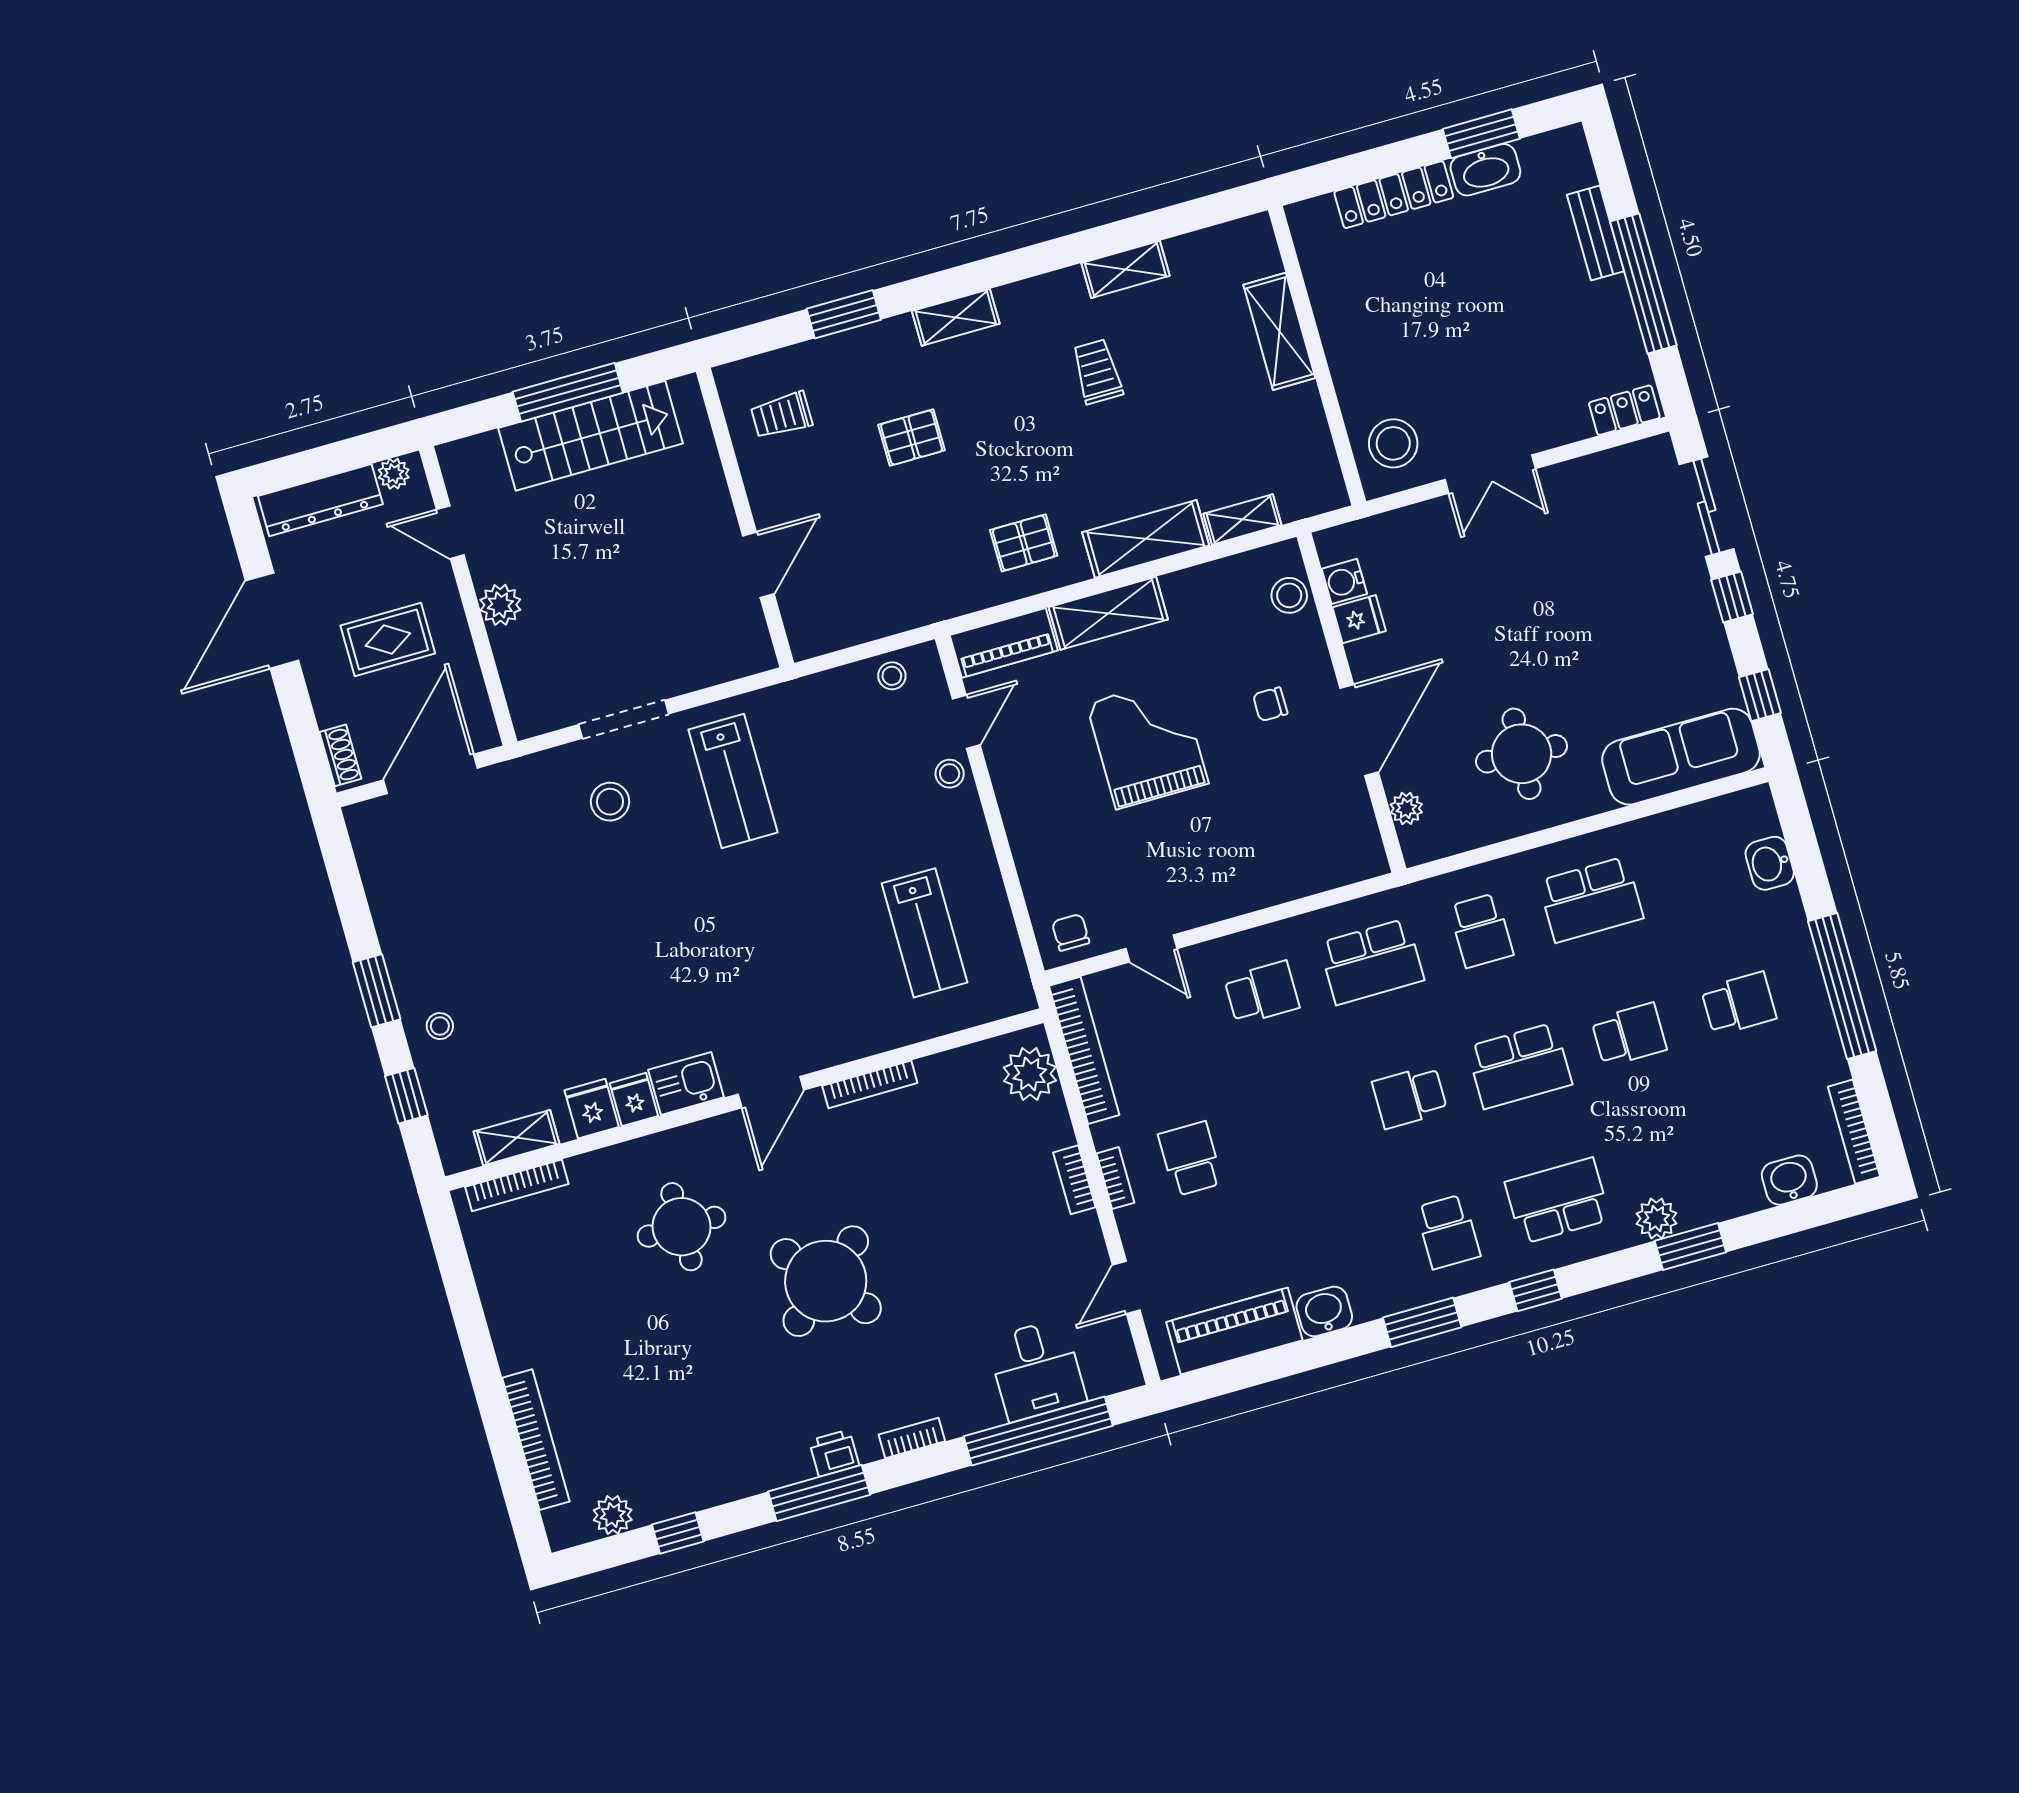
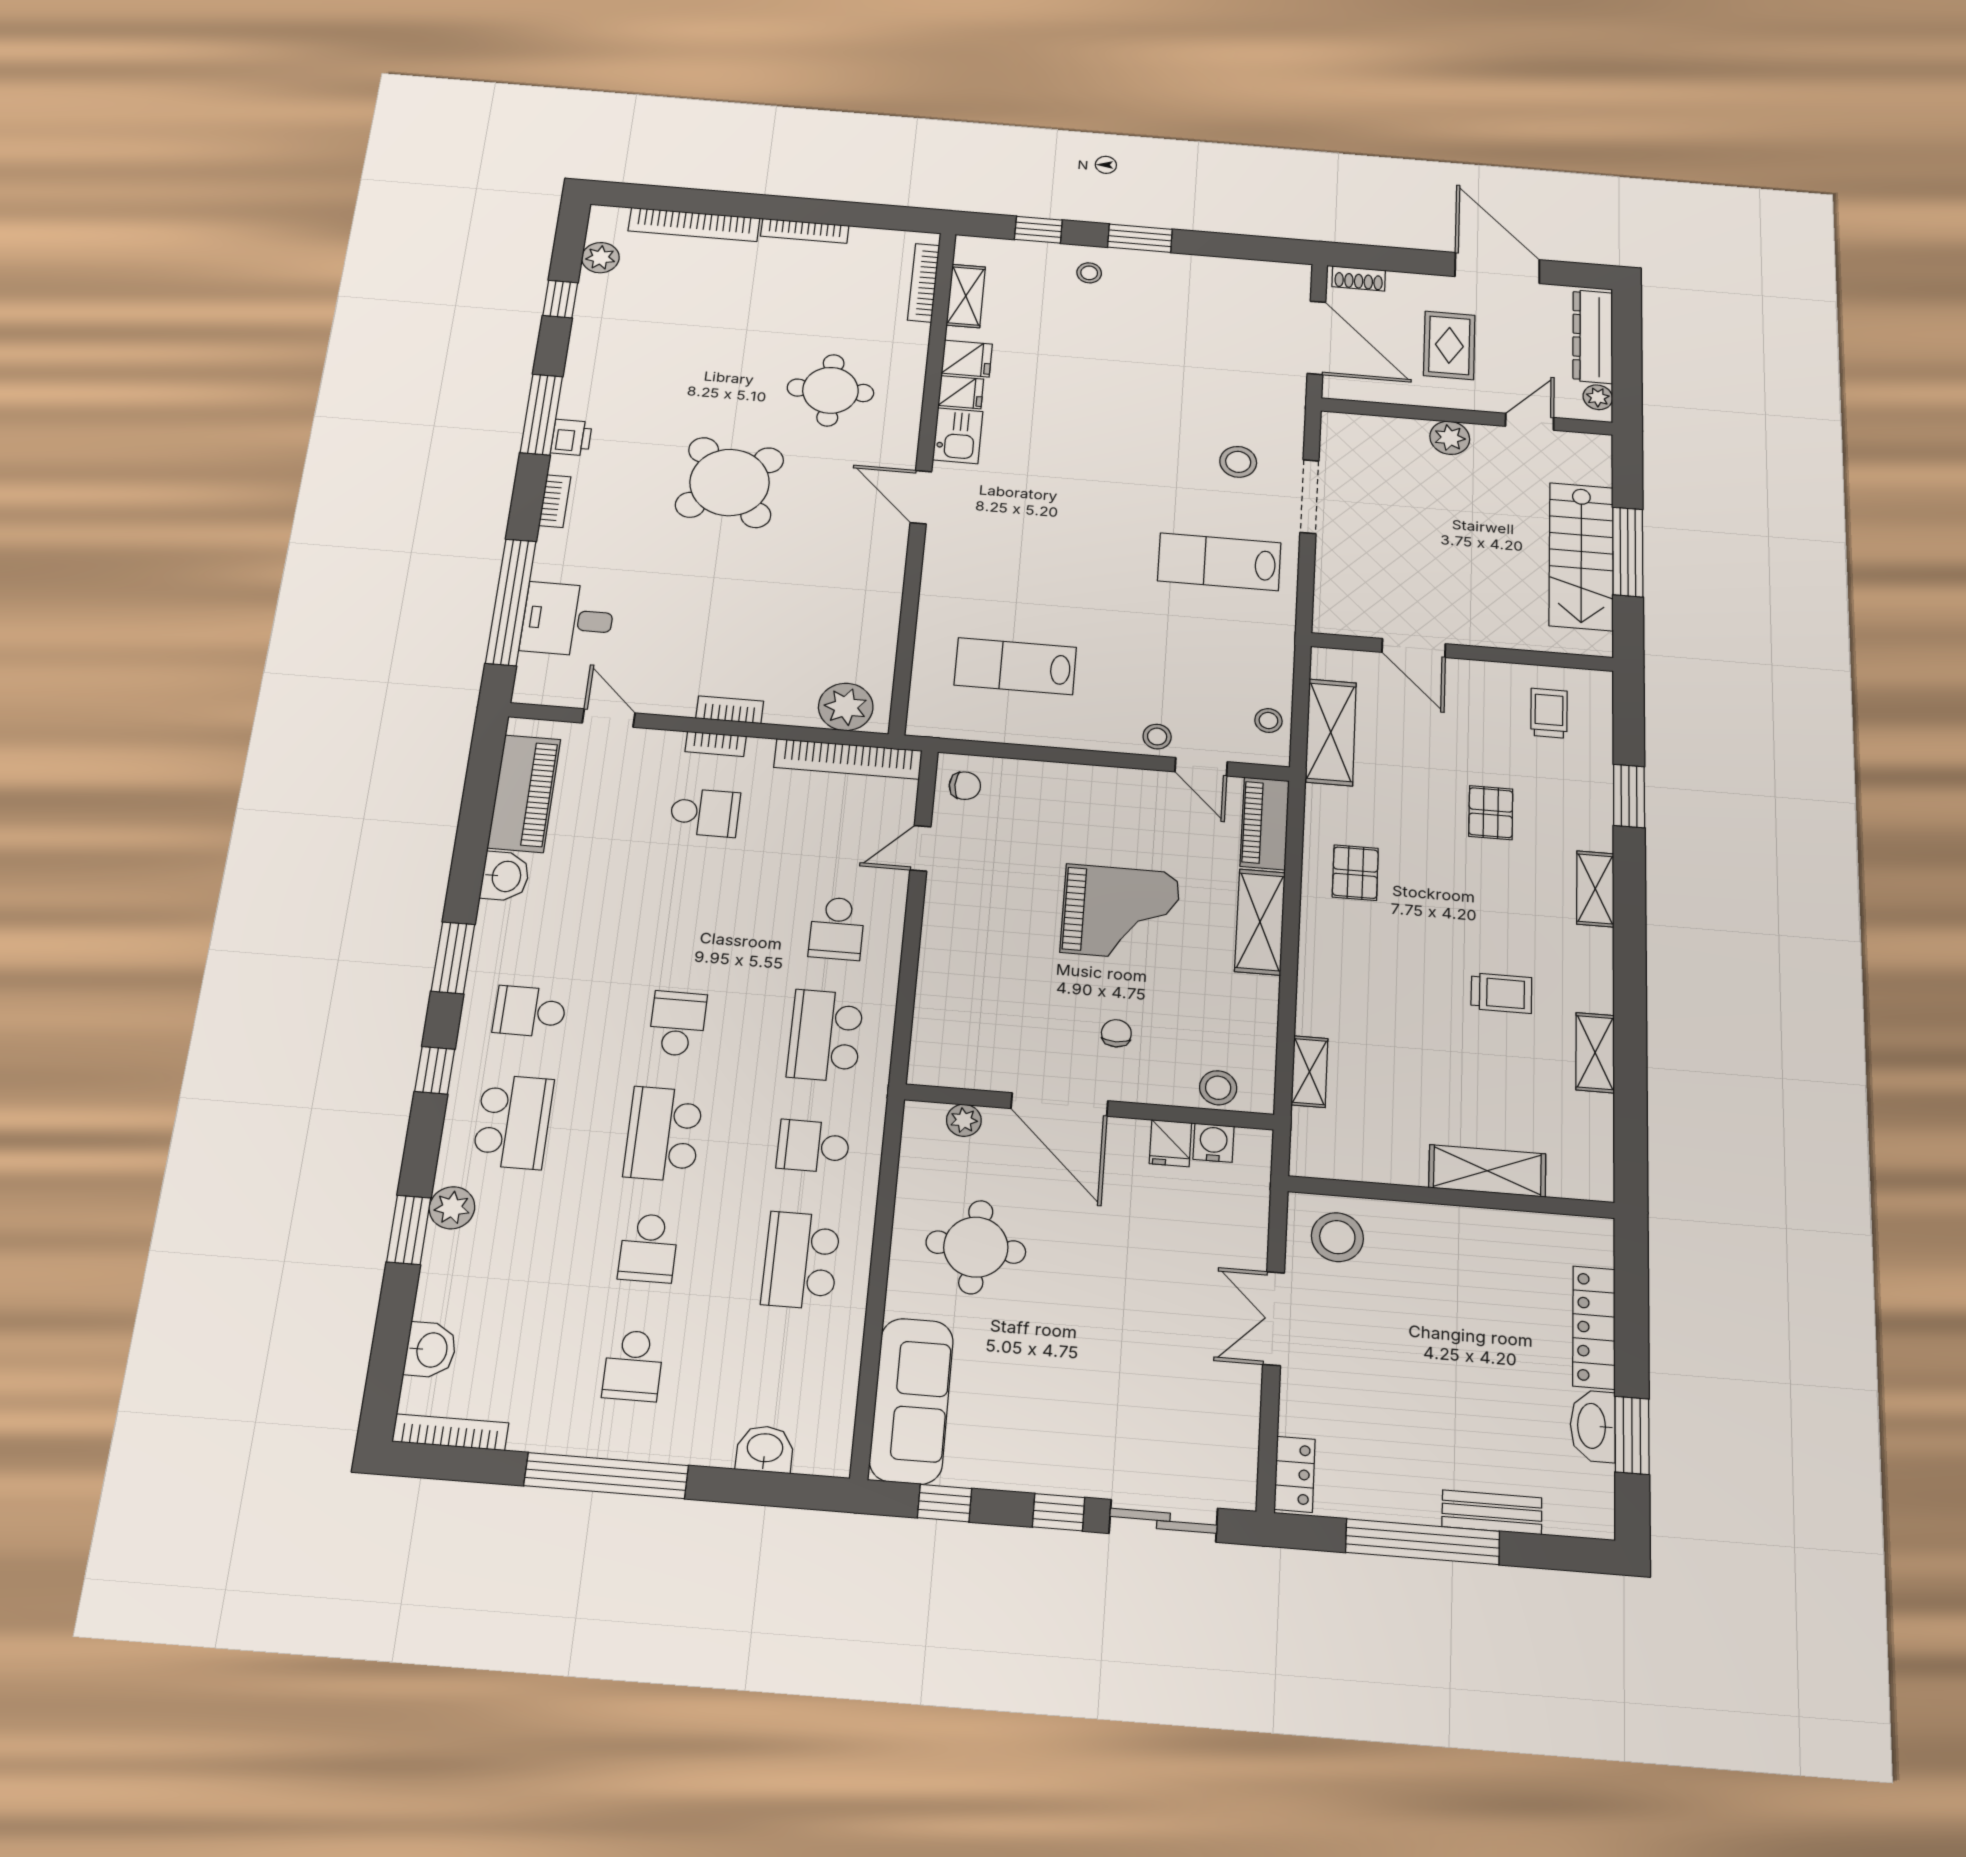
shelving: (1146, 539) -> (1331, 732), moved
bookcase: (870, 1084) -> (805, 231), moved, turned -90

